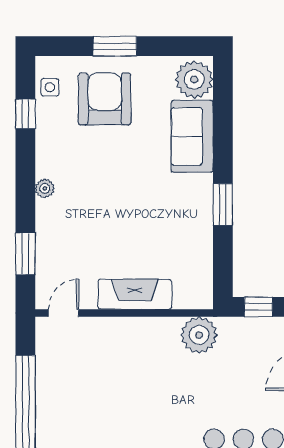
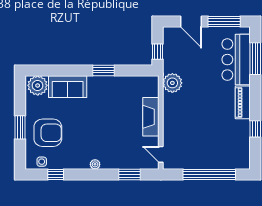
armchair: (105, 99) -> (48, 133), turned 180

